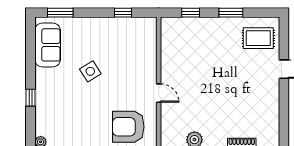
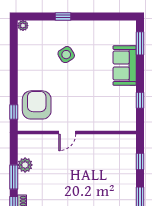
sofa: (48, 45) -> (125, 65), moved, turned 90
side table: (90, 71) -> (66, 55), moved

